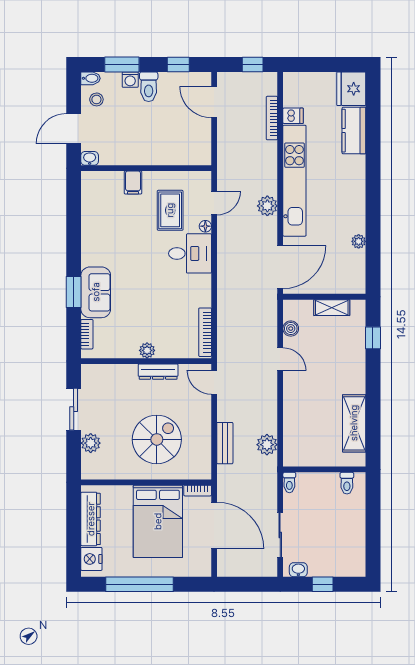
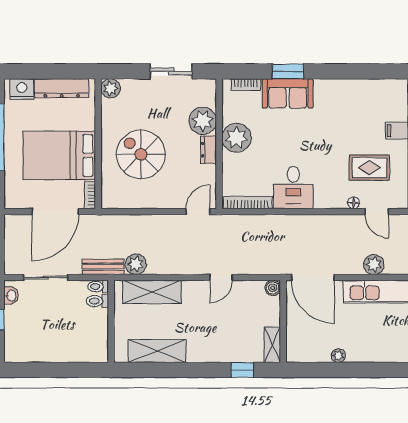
desk: (190, 253) -> (293, 187), moved
shelving: (332, 308) -> (272, 345), moved
boiler: (291, 329) -> (273, 288), moved
plant: (147, 350) -> (236, 138), width x1.87, depth x1.87
dresser: (158, 372) -> (209, 150), width x0.70
plant: (123, 378) -> (203, 121), added
shelving: (295, 428) -> (152, 292), added
spiral stairs: (157, 439) -> (141, 154), turned 180
plant: (91, 443) -> (111, 88), moved
bench: (225, 443) -> (103, 267), moved
toilet: (347, 483) -> (97, 301), moved

